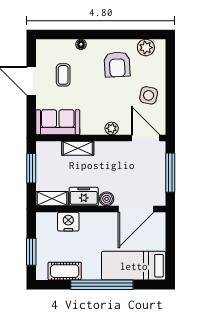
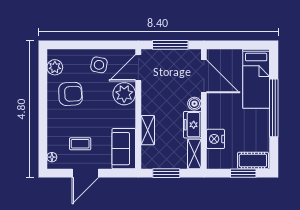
floor lamp: (81, 44) -> (52, 157), moved
plant: (112, 128) -> (124, 94), width x1.87, depth x1.87
cot: (65, 271) -> (253, 160), moved, turned 90

